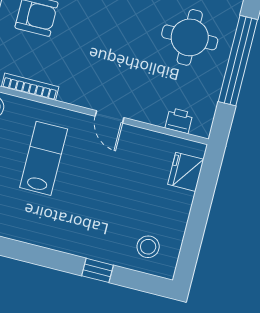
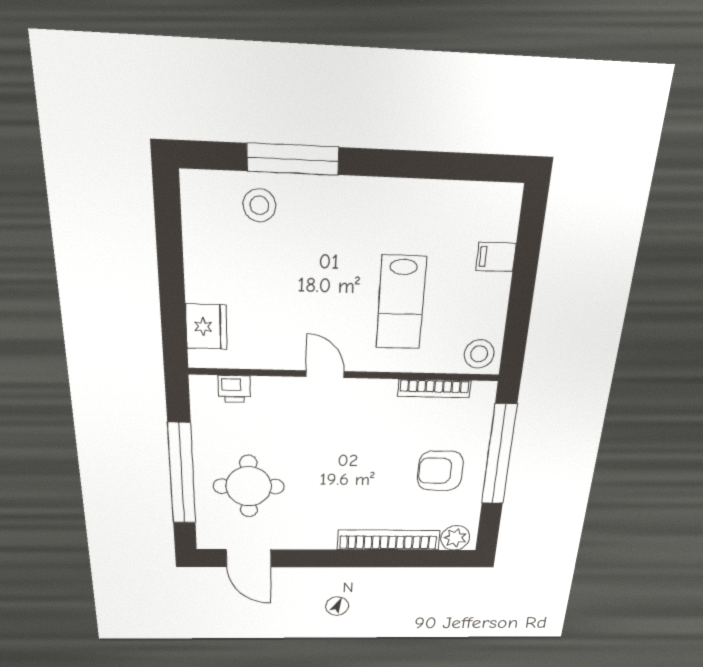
stool: (148, 247) -> (259, 205), moved
window: (98, 270) -> (293, 159), width x2.17

